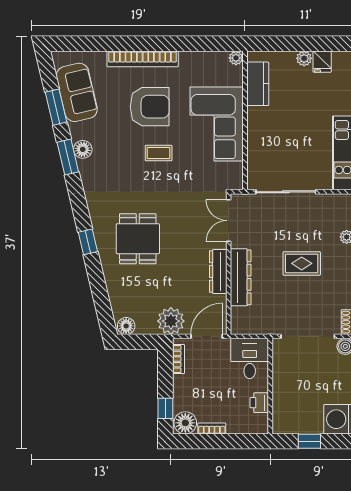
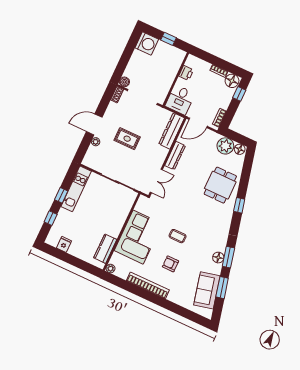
plant: (304, 58) -> (73, 251), removed
bookcase: (143, 59) -> (148, 285), moved
armchair: (150, 107) -> (171, 264), width x0.53, depth x0.53
dining table: (138, 239) -> (220, 185), moved
dresser: (241, 277) -> (172, 131), moved
plant: (171, 321) -> (225, 146), moved

